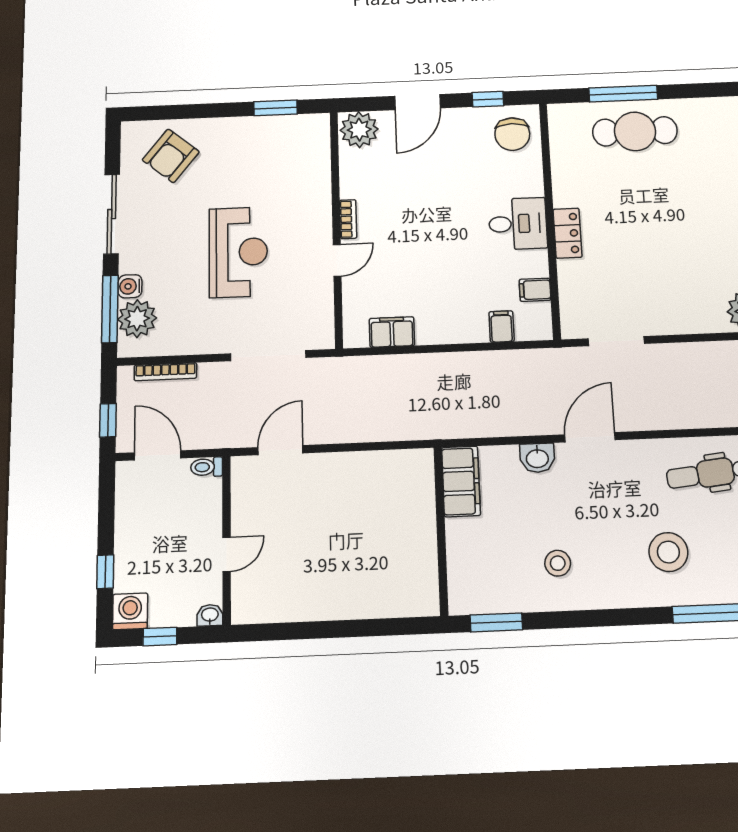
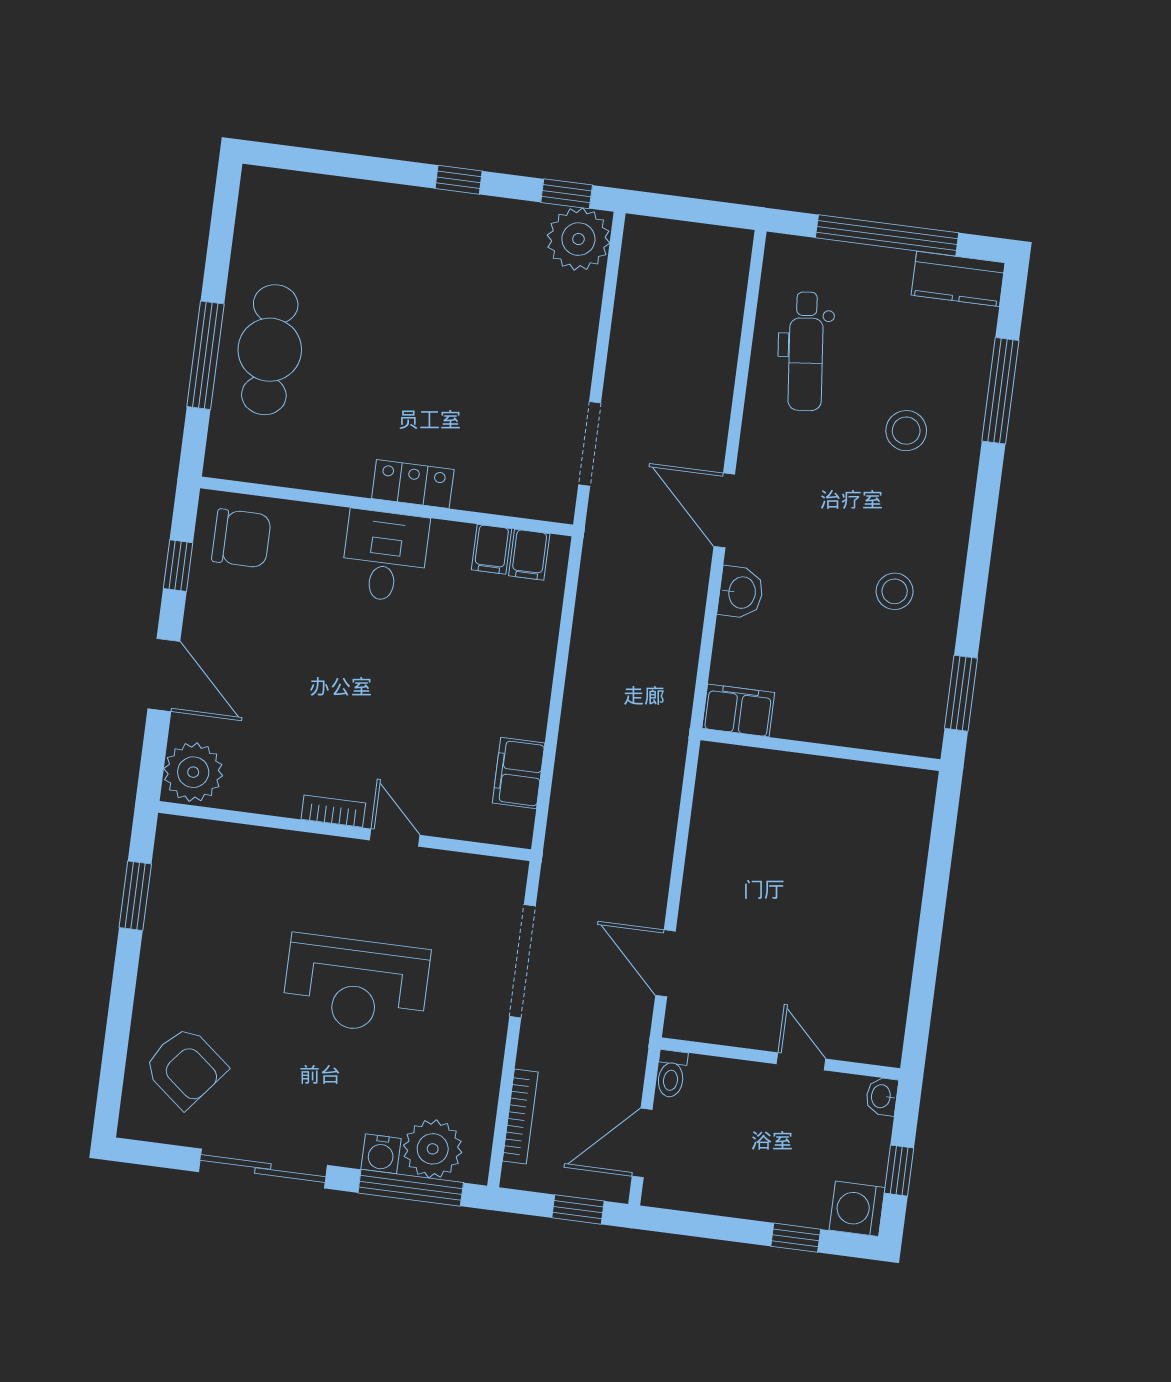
reception desk: (238, 252) -> (356, 985), turned 180
filing cabinet: (502, 327) -> (529, 555), moved, turned -90
filing cabinet: (461, 481) -> (738, 710), width x0.67, depth x0.86
stool: (668, 552) -> (906, 431), width x0.73, depth x0.73

